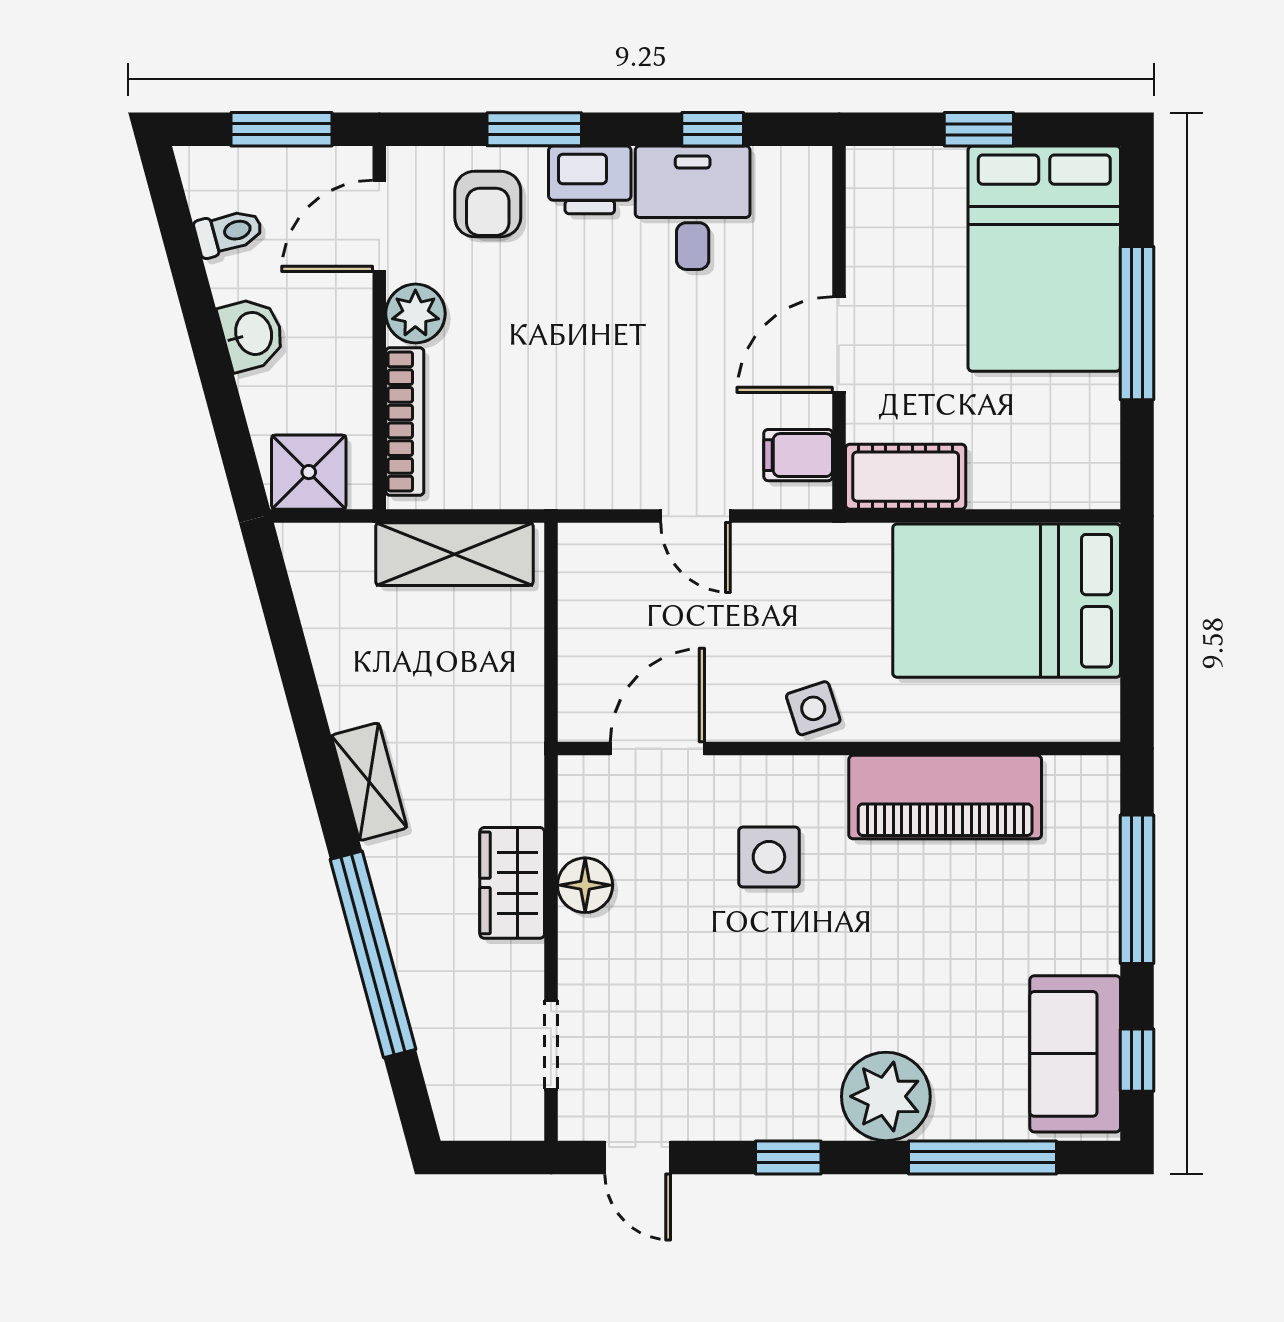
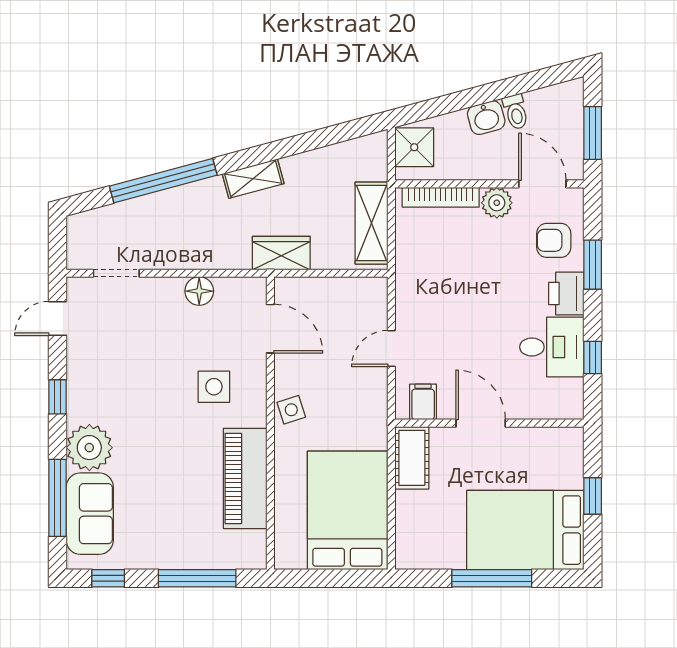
toilet: (229, 232) -> (516, 112), moved
wardrobe: (512, 883) -> (281, 253), moved
sofa: (1075, 1054) -> (90, 514), moved, turned 90

